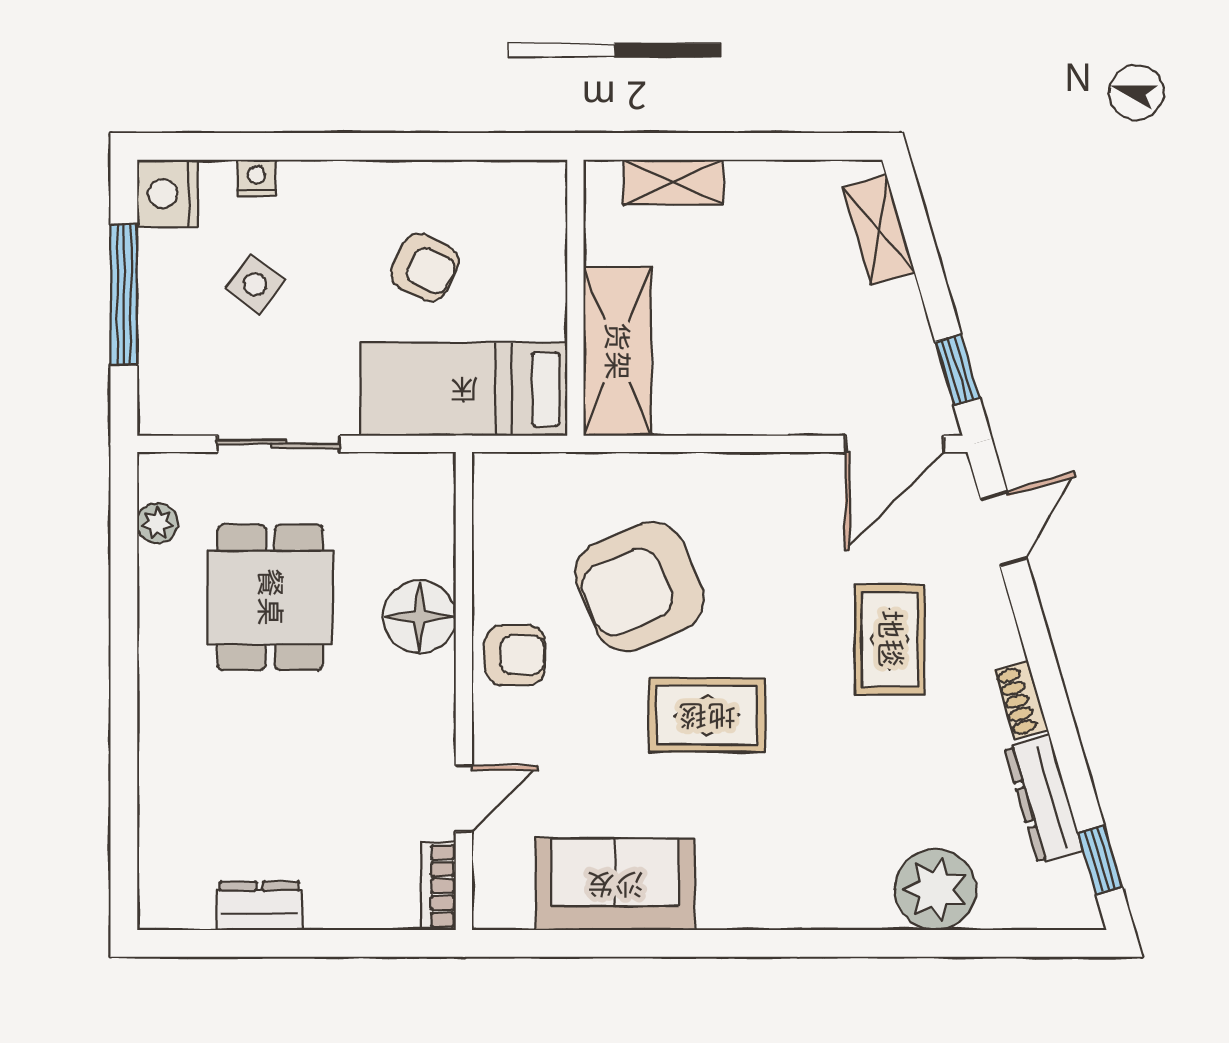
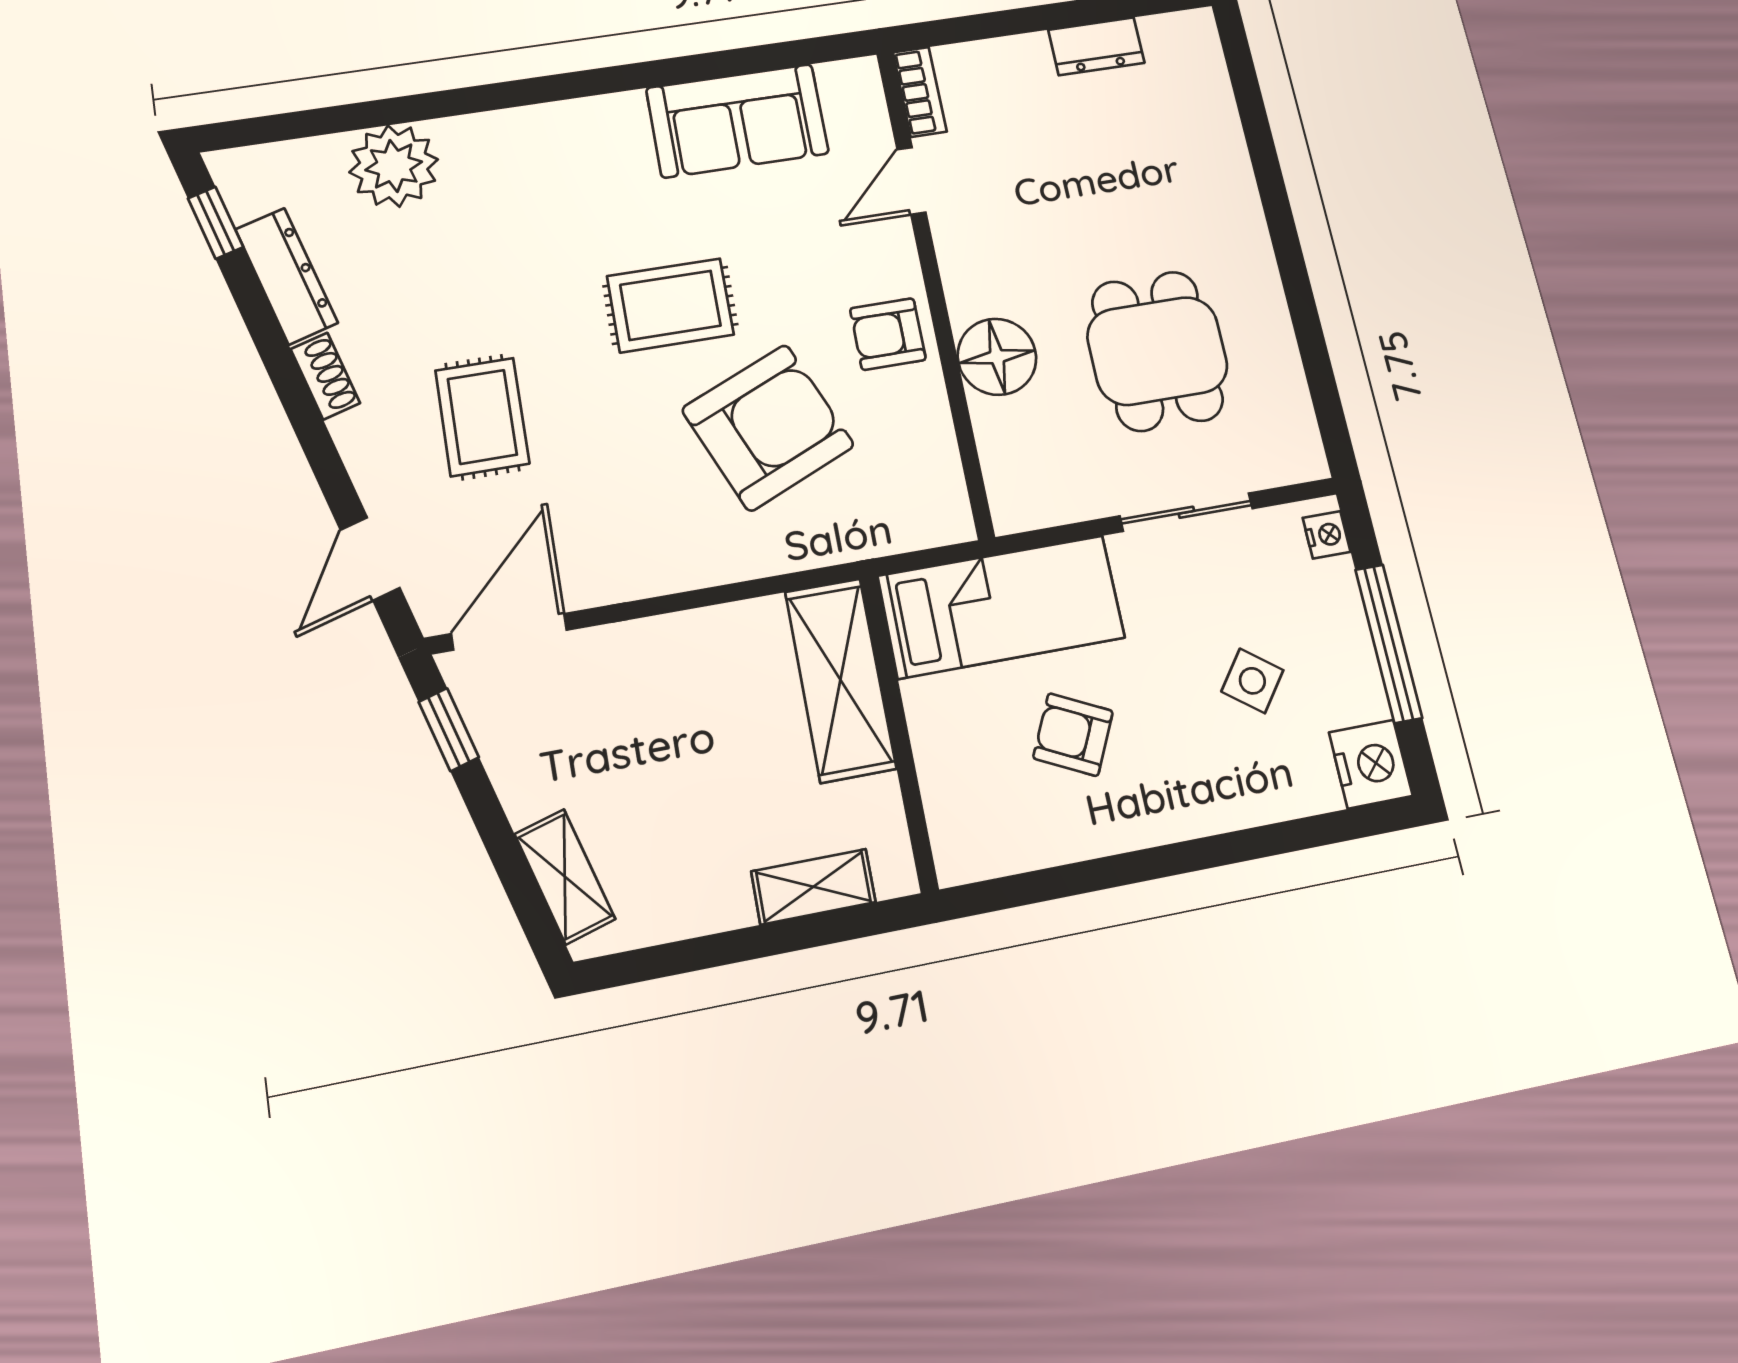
nightstand: (257, 178) -> (1327, 535), moved, turned -90
plant: (157, 523) -> (1292, 408), removed

